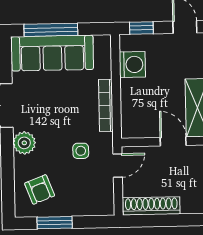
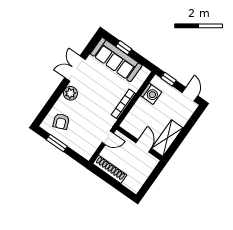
window: (51, 30) -> (124, 48), width x0.46
side table: (81, 151) -> (95, 117), removed

